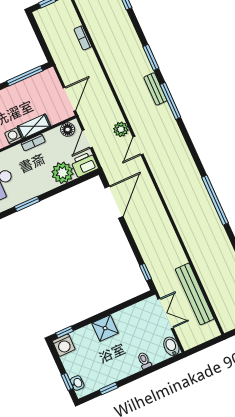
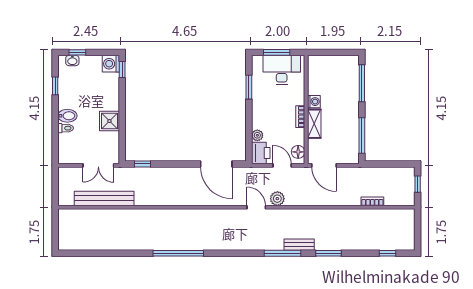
plant: (62, 173) -> (257, 135), width x0.53, depth x0.53
shower: (105, 328) -> (109, 121), moved
bidet: (171, 346) -> (67, 116), moved

